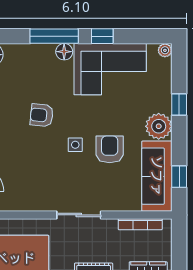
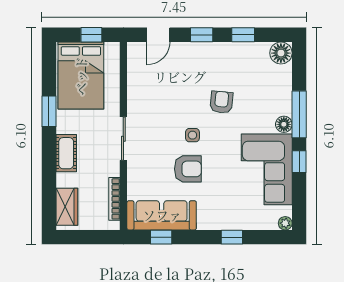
plant: (159, 126) -> (211, 217), removed

